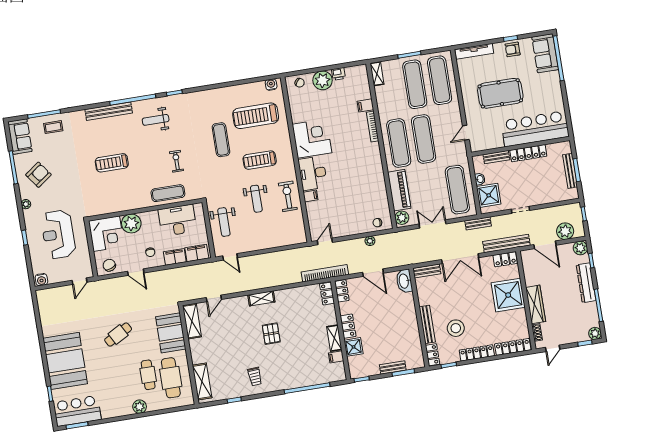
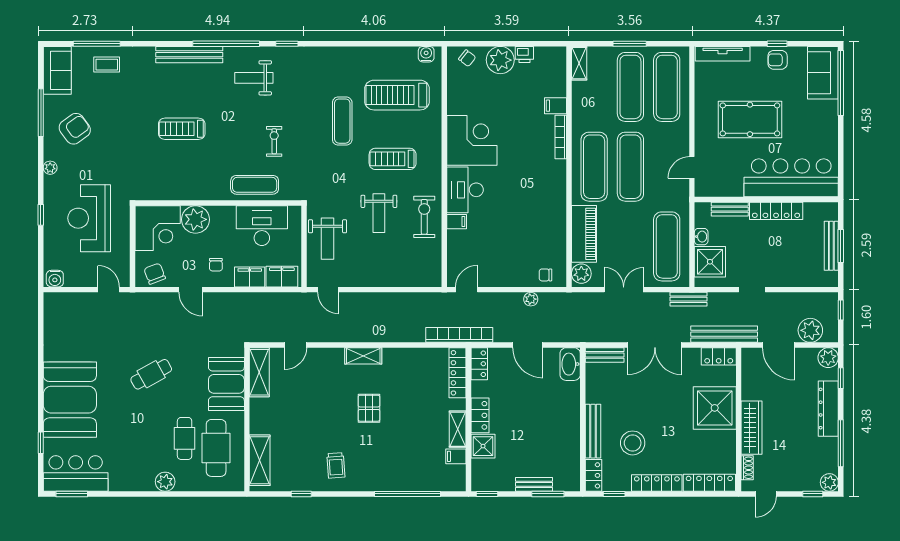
door: (80, 281) -> (109, 290), swing flipped
locker: (327, 294) -> (458, 373), width x1.53

